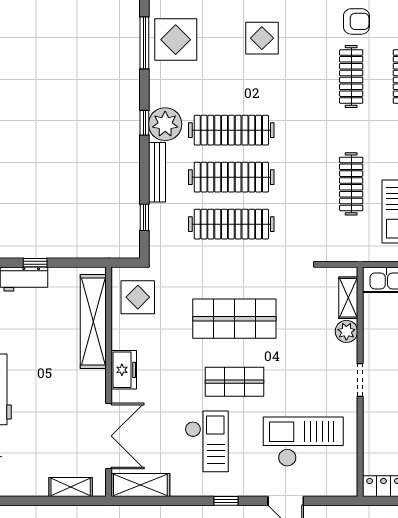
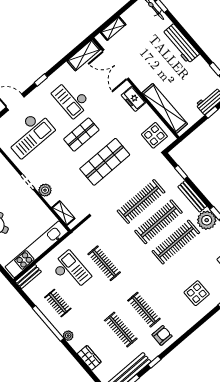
armchair: (356, 21) -> (162, 335), turned 180
plant: (346, 331) -> (45, 190), moved

